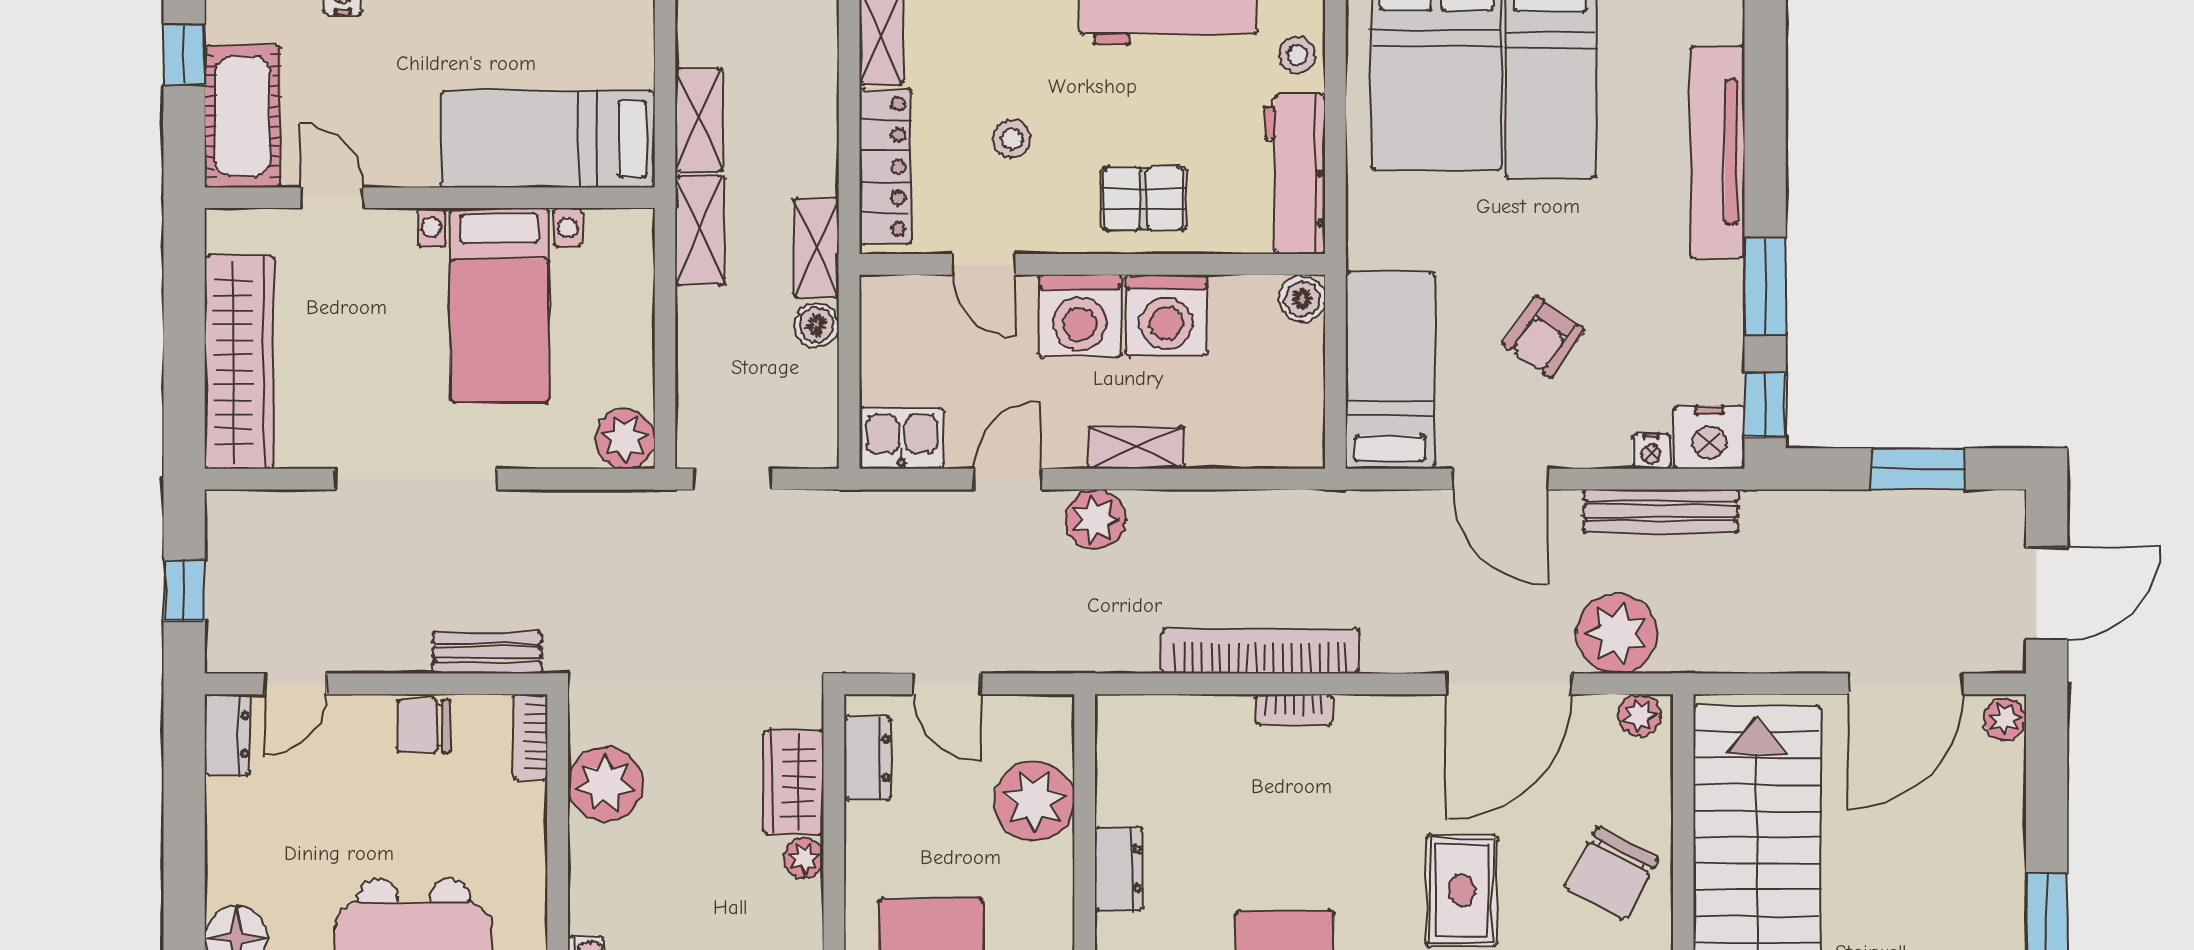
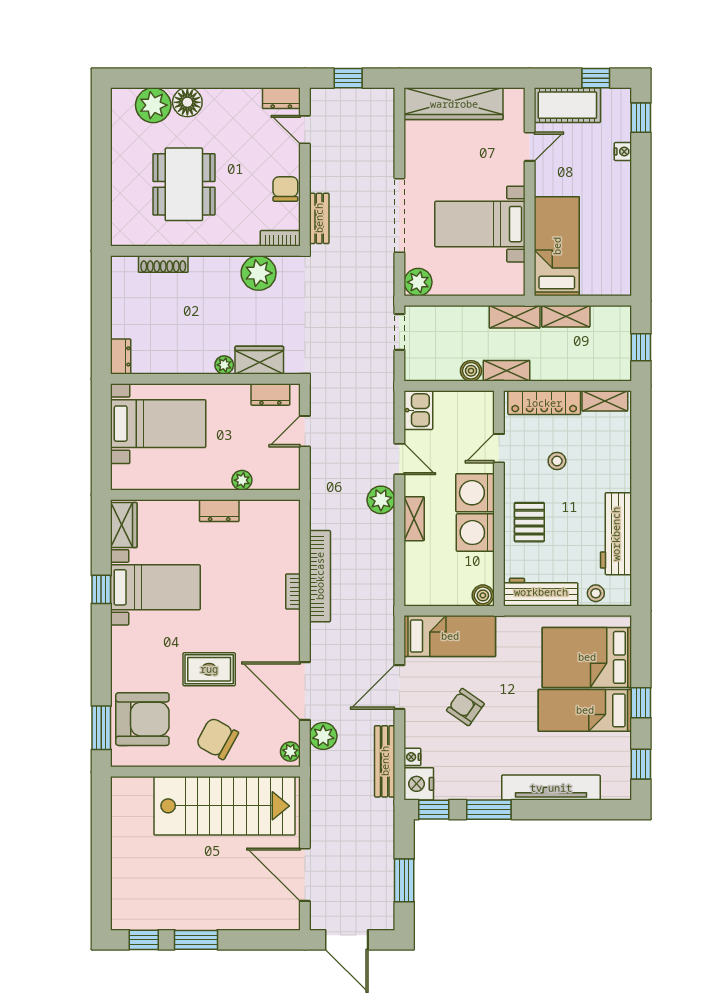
doorway: (416, 479) -> (399, 215), moved
plant: (1617, 633) -> (323, 736), width x0.73, depth x0.73
plant: (2005, 719) -> (288, 921), removed
plant: (1034, 801) -> (242, 480), width x0.53, depth x0.53

